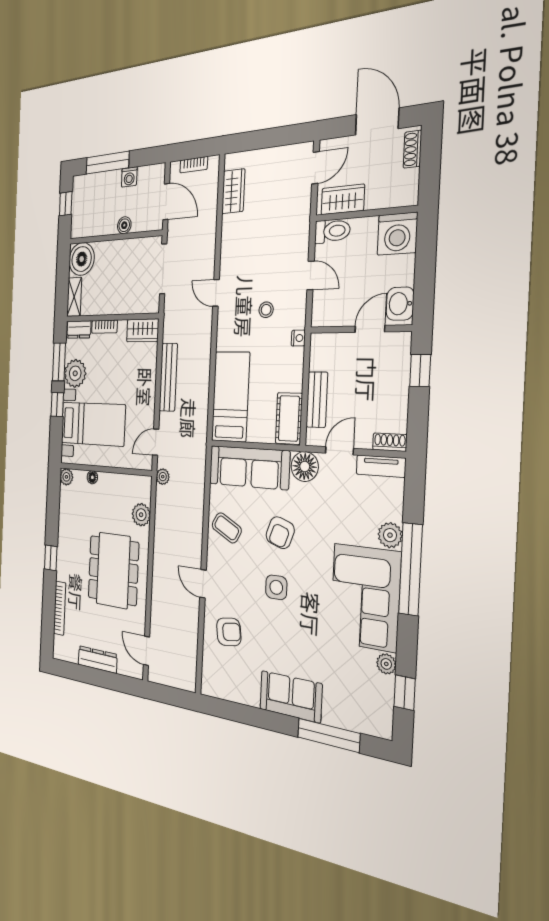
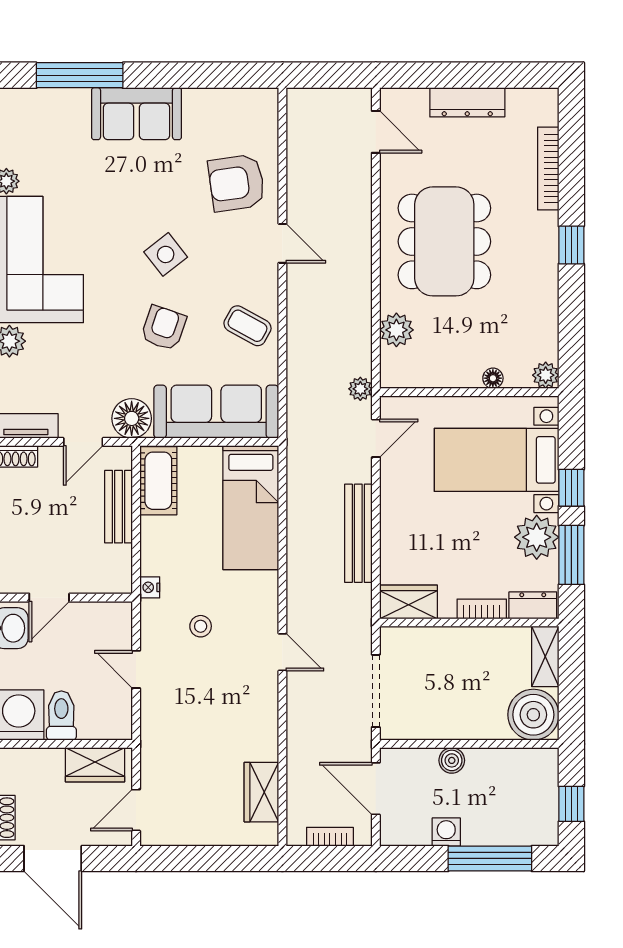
toilet: (332, 231) -> (61, 716), moved, turned 90
side table: (276, 587) -> (166, 254), turned -38
armchair: (229, 632) -> (237, 183), width x1.38, depth x1.38

